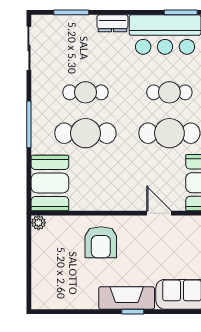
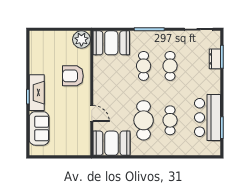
dresser: (112, 23) -> (215, 59), moved
cafe table: (85, 133) -> (144, 66), width x0.73, depth x0.74
door: (159, 213) -> (92, 113), hinge flipped
plant: (38, 223) -> (81, 40), width x1.87, depth x1.87

